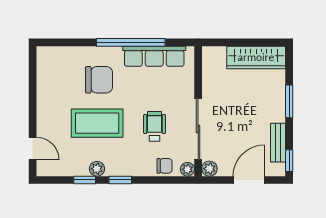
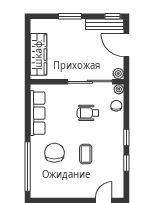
window: (131, 42) -> (28, 167), moved
wardrobe: (256, 57) -> (38, 54), moved
coffee table: (97, 123) -> (86, 154), width x0.54, depth x0.58
bench: (278, 143) -> (105, 24), width x1.36
plant: (97, 169) -> (118, 154), removed

